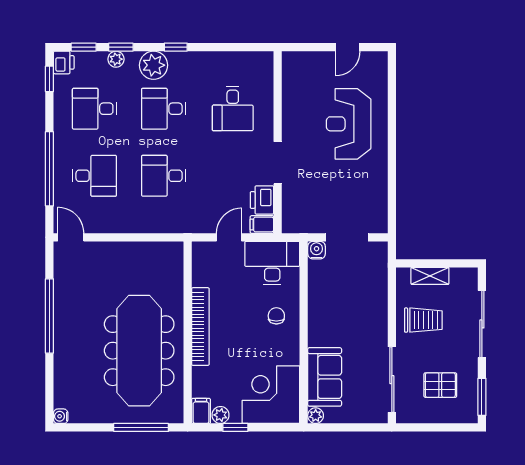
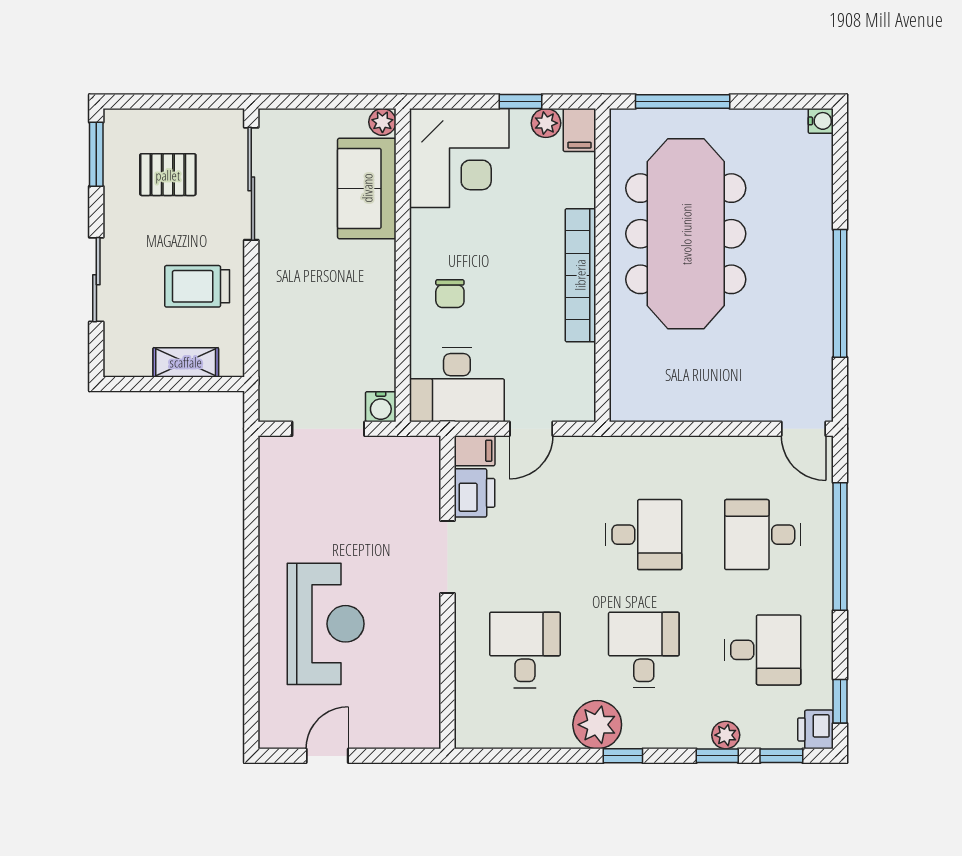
plant: (154, 65) -> (597, 725), moved
desk: (164, 109) -> (644, 650), turned -90
sliding door: (482, 324) -> (96, 280), width x0.73

